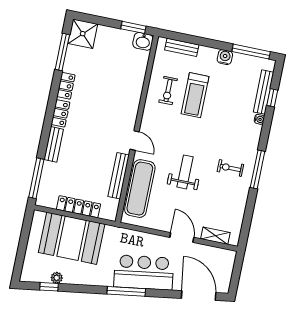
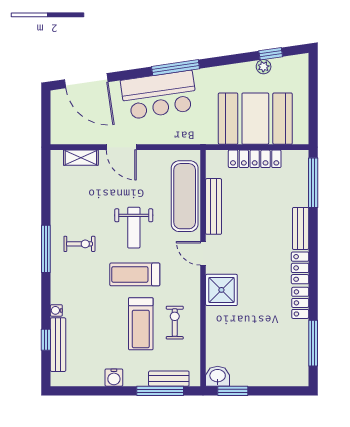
shower: (83, 34) -> (221, 290), moved
window: (251, 52) -> (160, 391), moved
treadmill: (195, 95) -> (141, 324), turned 180
treadmill: (192, 135) -> (135, 274), added

